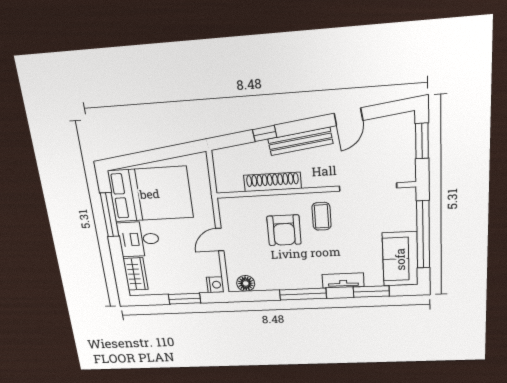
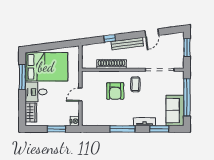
floor lamp: (246, 283) -> (92, 121), removed

